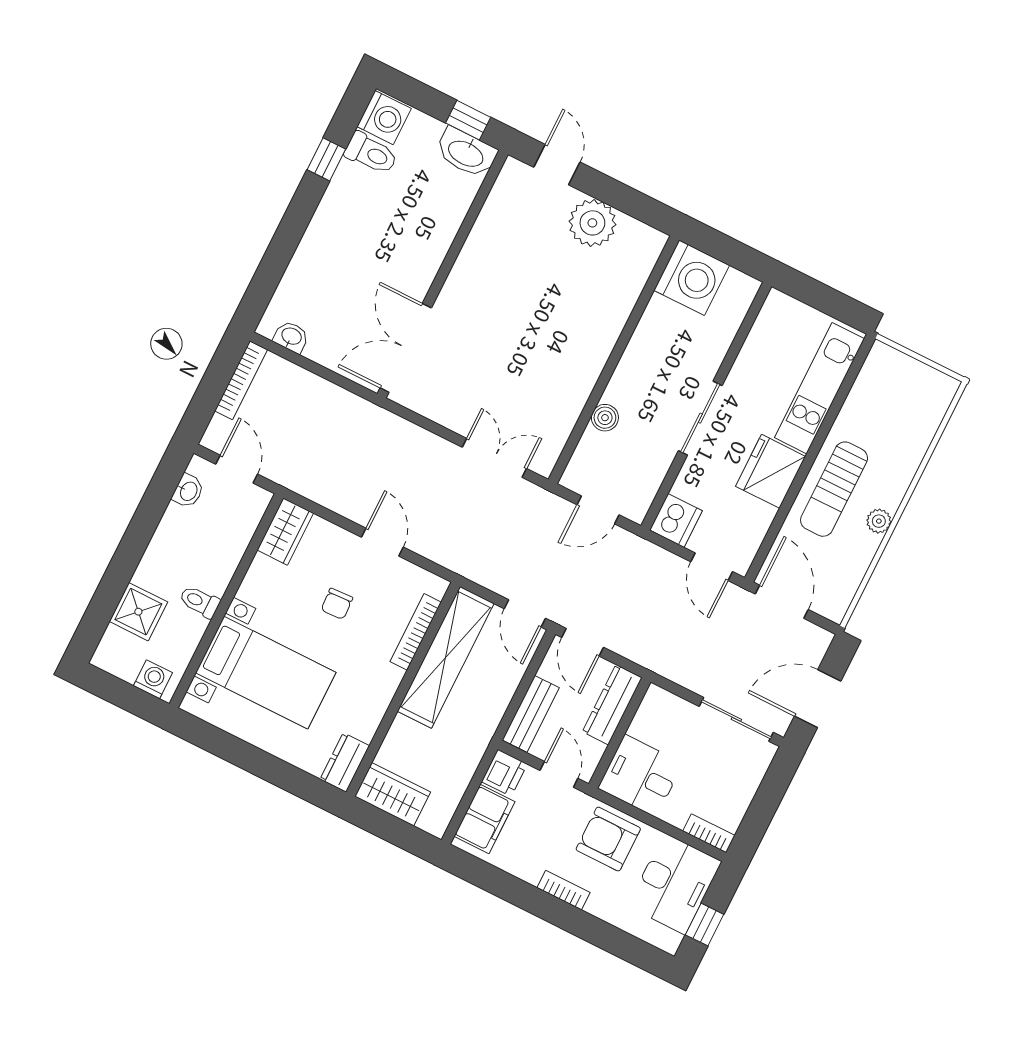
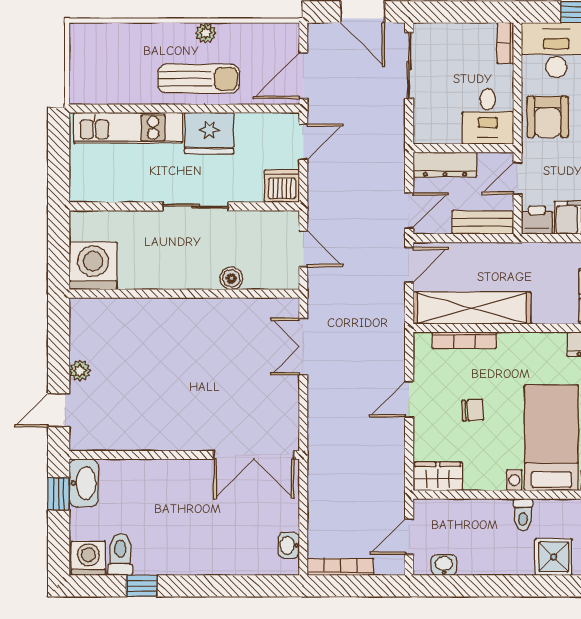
plant: (592, 223) -> (80, 371), width x0.53, depth x0.53

